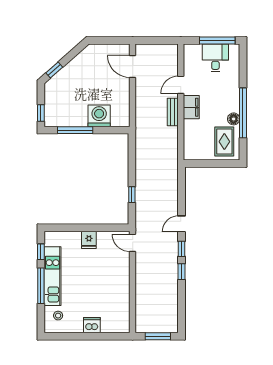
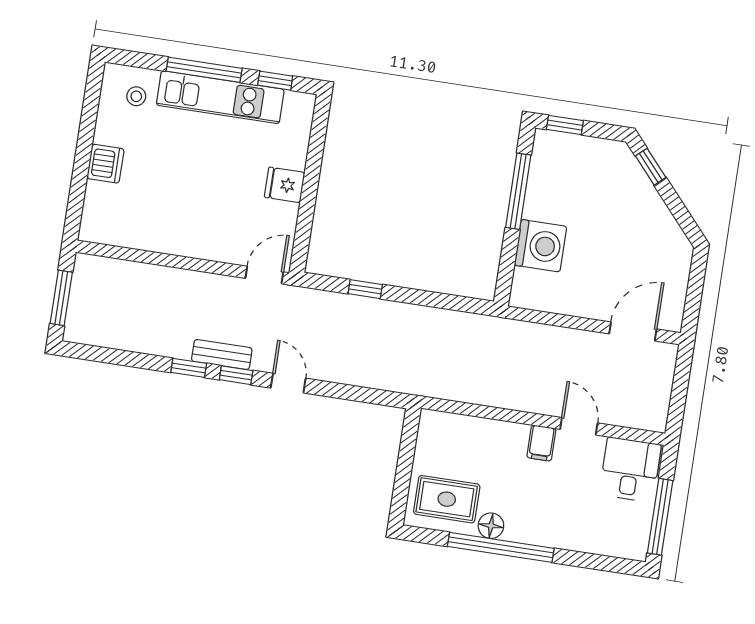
desk: (215, 58) -> (630, 470), moved, turned -90
filing cabinet: (191, 107) -> (541, 443), width x0.50
bench: (173, 112) -> (222, 355), moved

